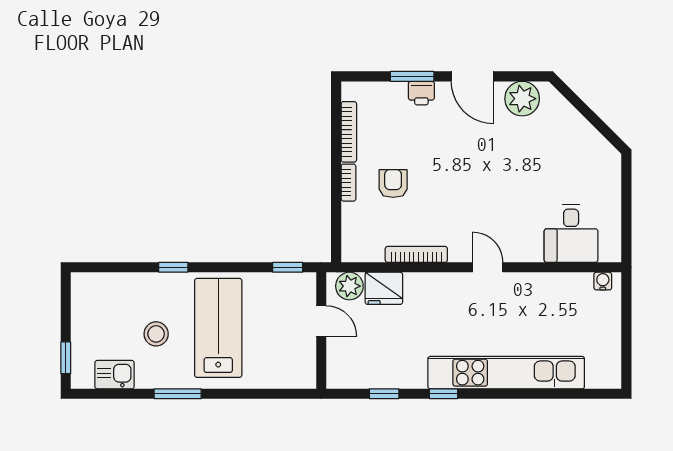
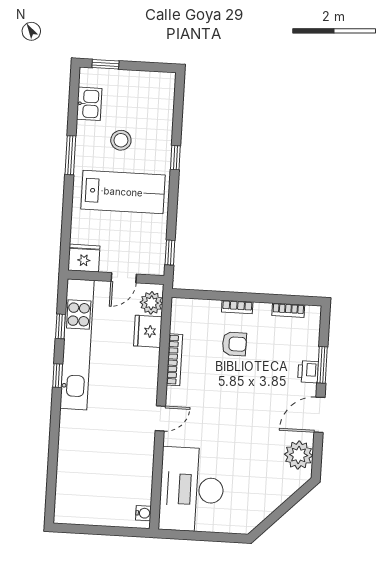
bookcase: (349, 132) -> (288, 310), width x0.64
desk: (571, 233) -> (192, 489), width x1.87, depth x1.30
fridge: (300, 370) -> (84, 258), added
kitchen unit: (506, 373) -> (77, 344), moved

